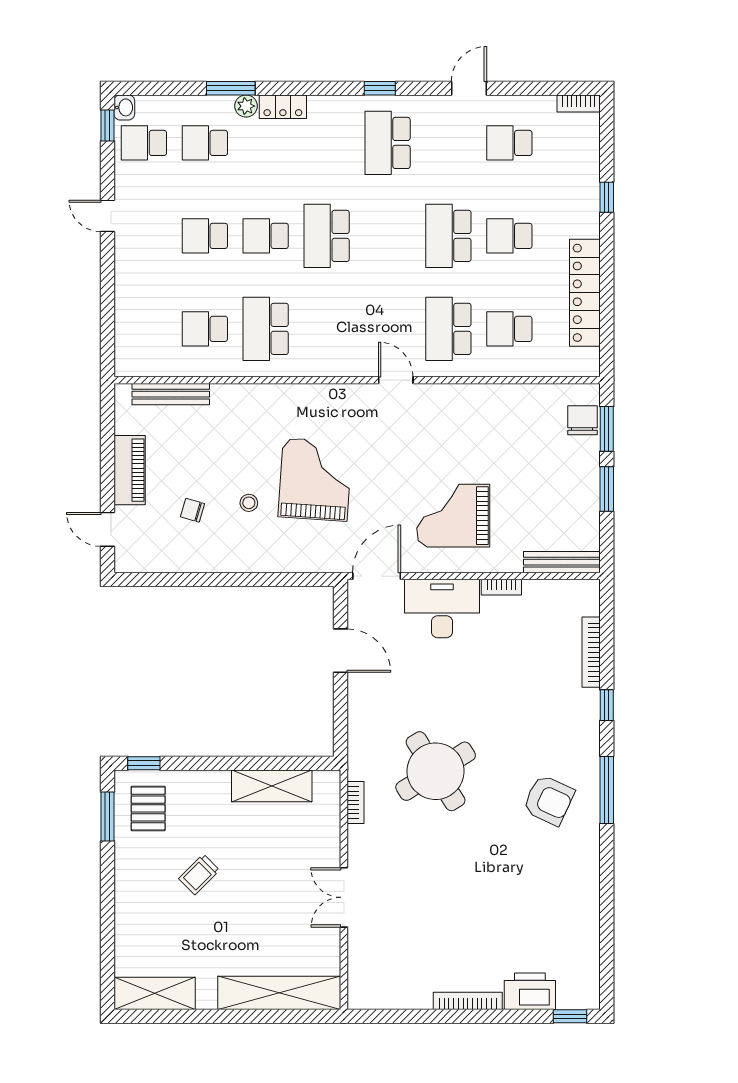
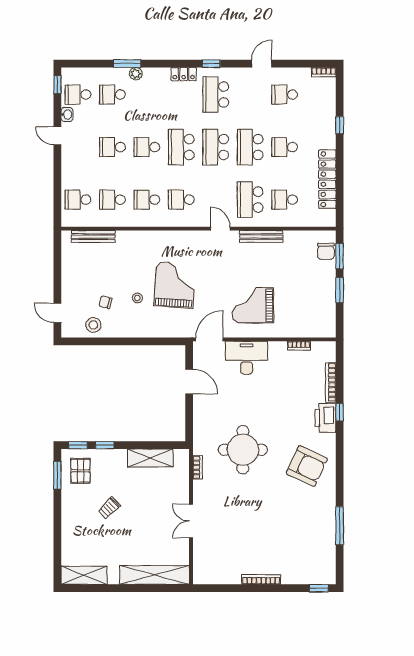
washbasin: (124, 107) -> (67, 115), moved
locker: (283, 107) -> (184, 74), moved
school desk: (388, 236) -> (216, 147), added
school desk: (144, 329) -> (78, 200), added
school desk: (266, 329) -> (147, 200), width x0.54
school desk: (327, 329) -> (181, 200), added
chair: (582, 420) -> (326, 251), turned 180
piano: (130, 470) -> (70, 279), removed
stool: (171, 551) -> (93, 325), added
bench: (562, 562) -> (261, 236), moved
bookcase: (501, 587) -> (299, 346), moved
window: (191, 763) -> (105, 445), added
round table: (436, 771) -> (243, 450), turned 32
window: (607, 790) -> (340, 526), moved
armchair: (549, 800) -> (307, 466), width x1.36, depth x1.36
printer: (530, 991) -> (325, 418), moved, turned -90

